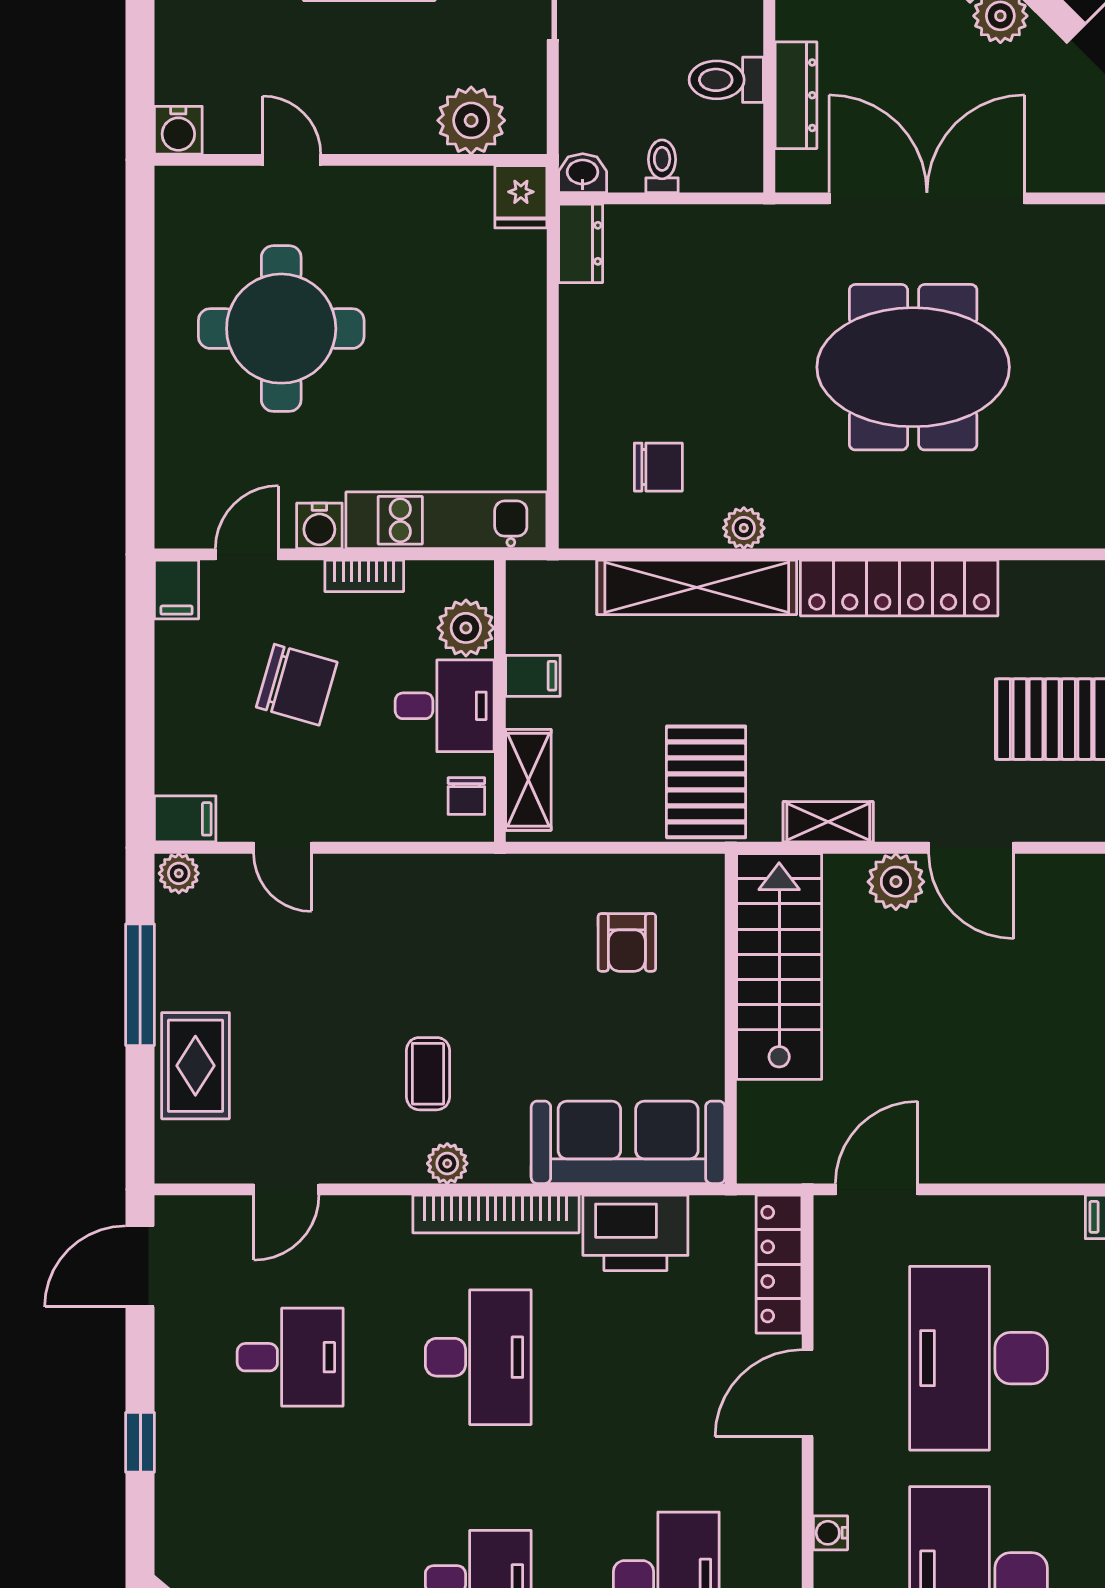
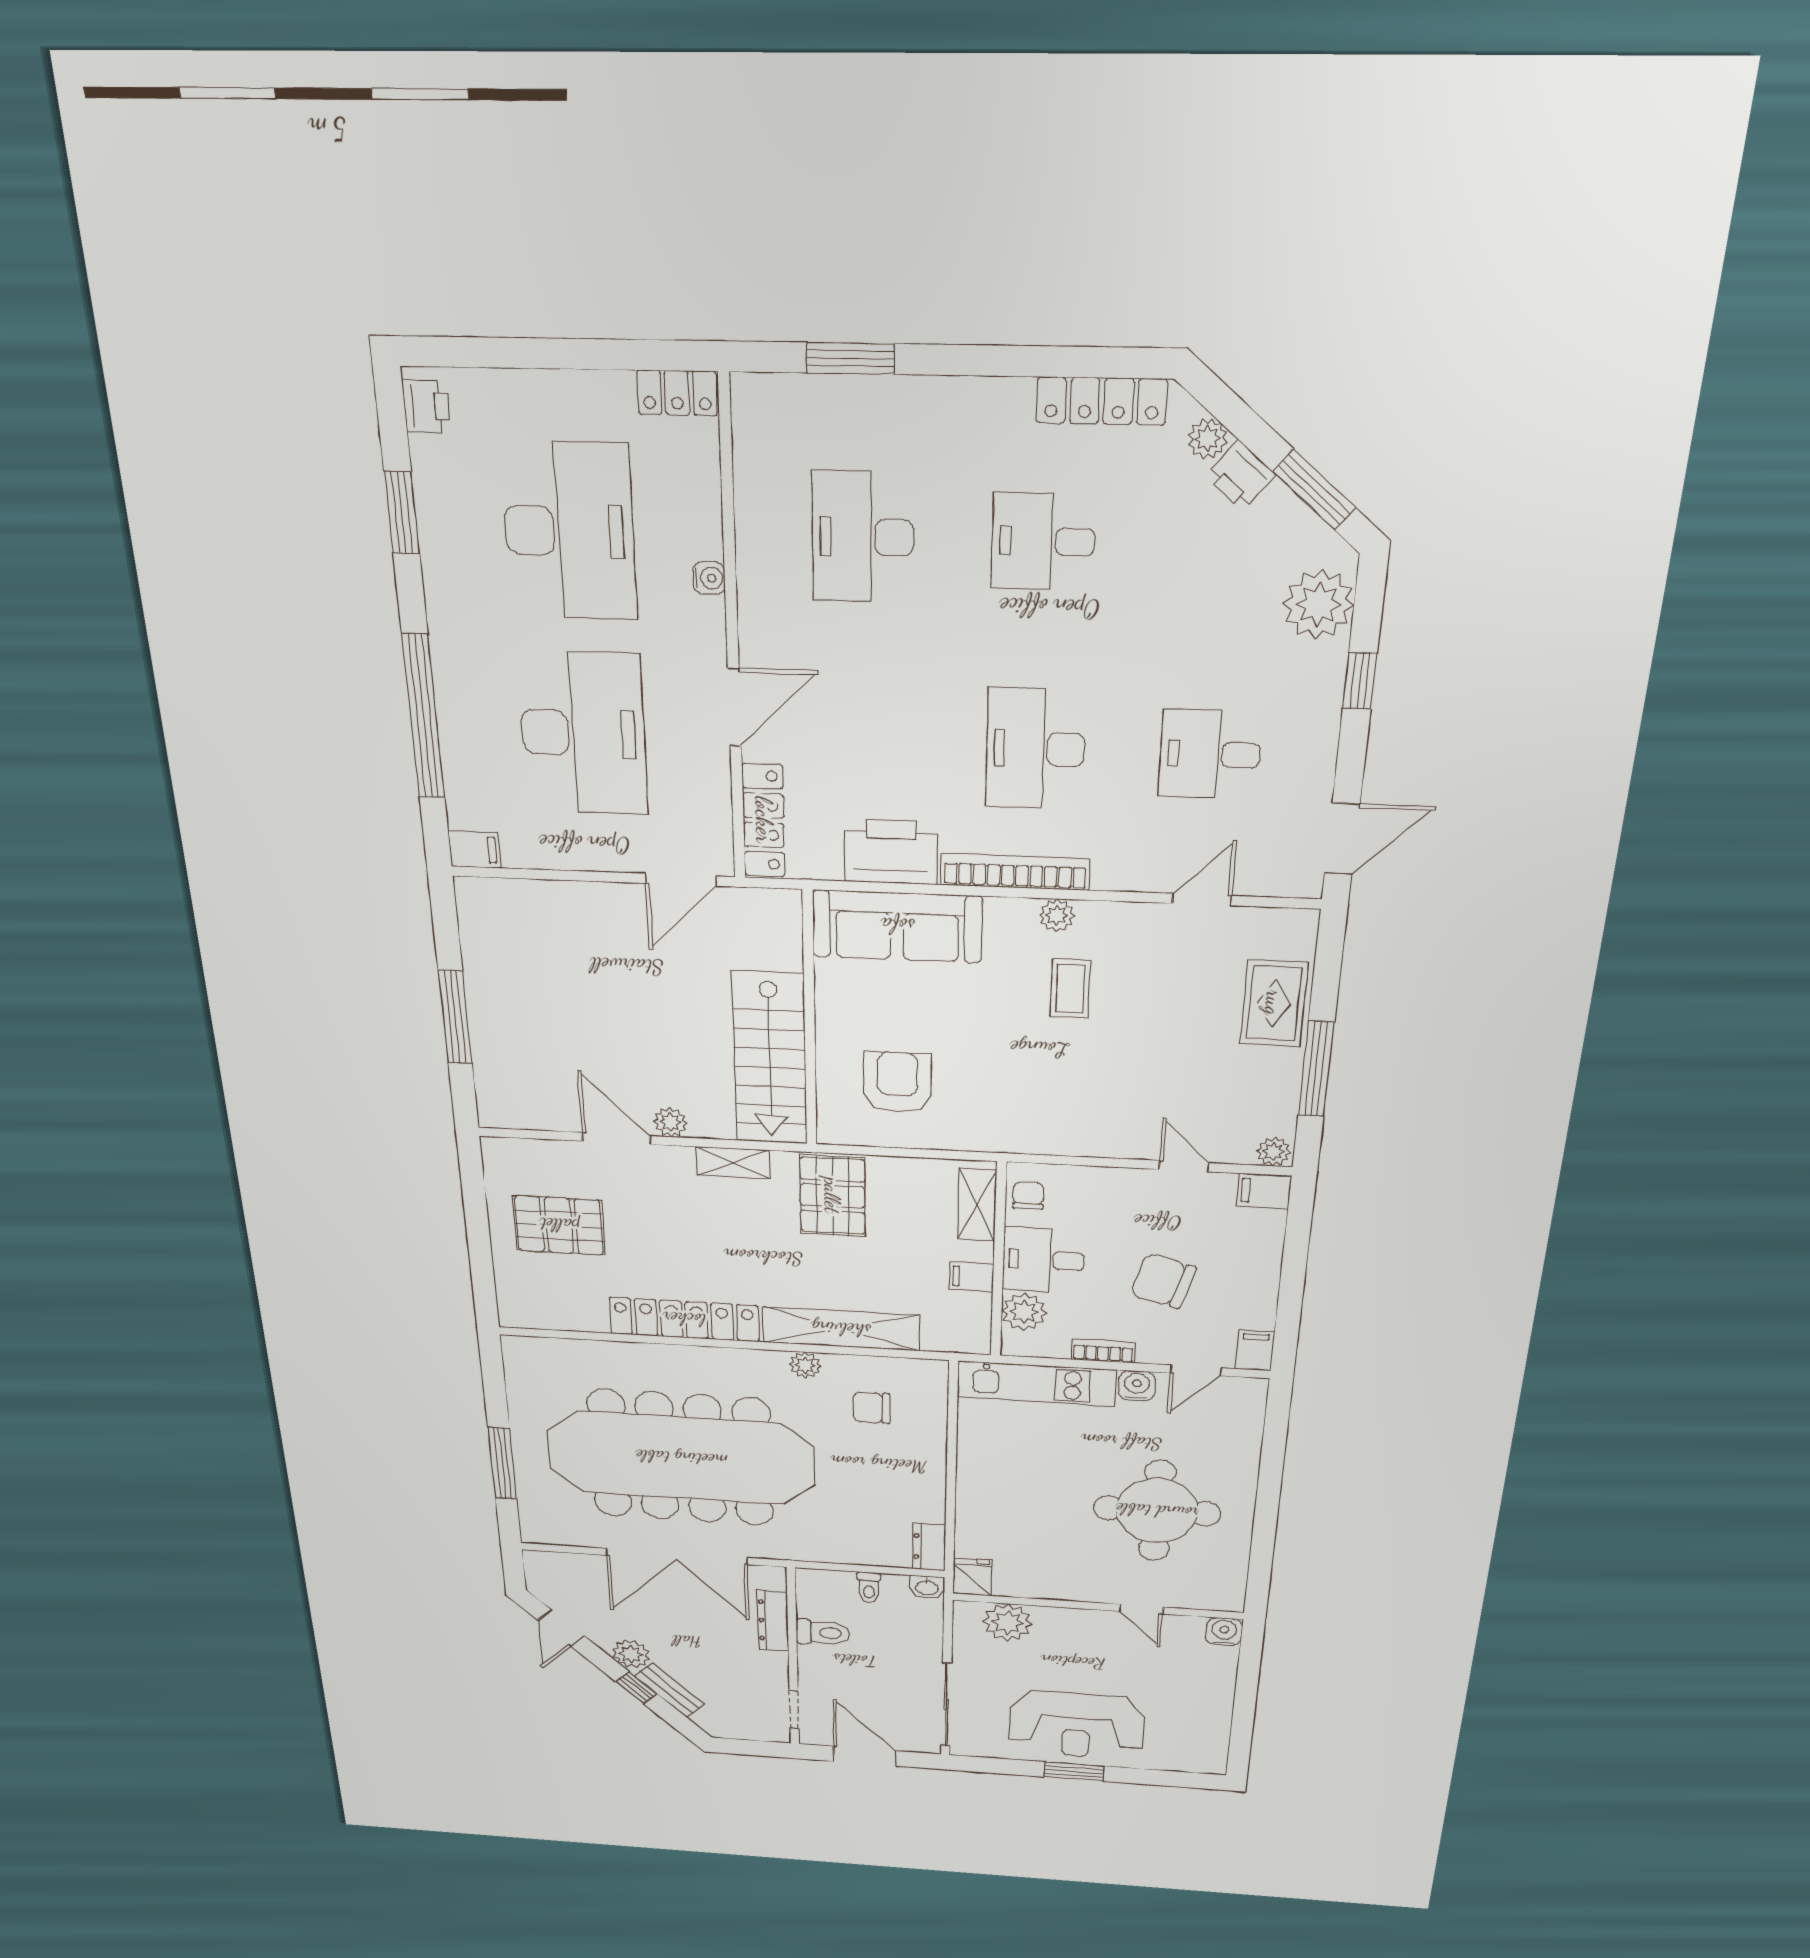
meeting table: (913, 367) -> (681, 1458), width x1.86, depth x1.27
plant: (896, 882) -> (670, 1122), width x0.73, depth x0.73
armchair: (627, 942) -> (897, 1082), width x1.38, depth x1.38
plant: (191, 1521) -> (1318, 605), added

